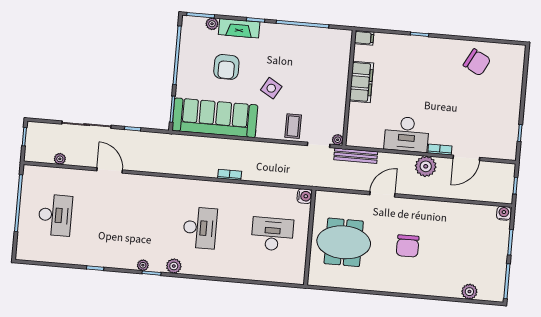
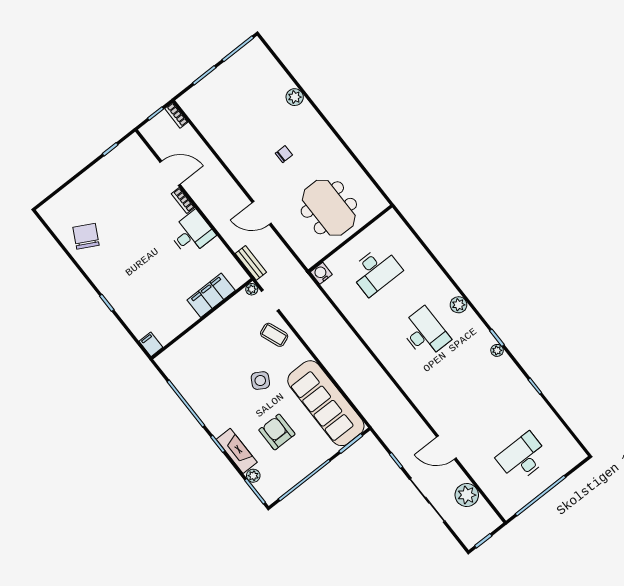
armchair: (226, 67) -> (277, 432), turned -90
filing cabinet: (361, 82) -> (211, 295), moved
coffee table: (293, 126) -> (274, 335), turned 69
desk: (407, 134) -> (192, 233), width x0.73
bench: (356, 156) -> (251, 263), width x0.73
plant: (60, 159) -> (467, 495), width x1.87, depth x1.87
plant: (426, 166) -> (207, 199), removed
door: (110, 170) -> (446, 448), hinge flipped
bookcase: (230, 175) -> (176, 115), moved
water cooler: (504, 213) -> (186, 102), removed
desk: (200, 228) -> (425, 333), turned 90
desk: (272, 234) -> (376, 271), turned -90
chair: (408, 246) -> (284, 154), width x0.54, depth x0.54
plant: (174, 266) -> (459, 305), moved
plant: (469, 292) -> (295, 97), moved

